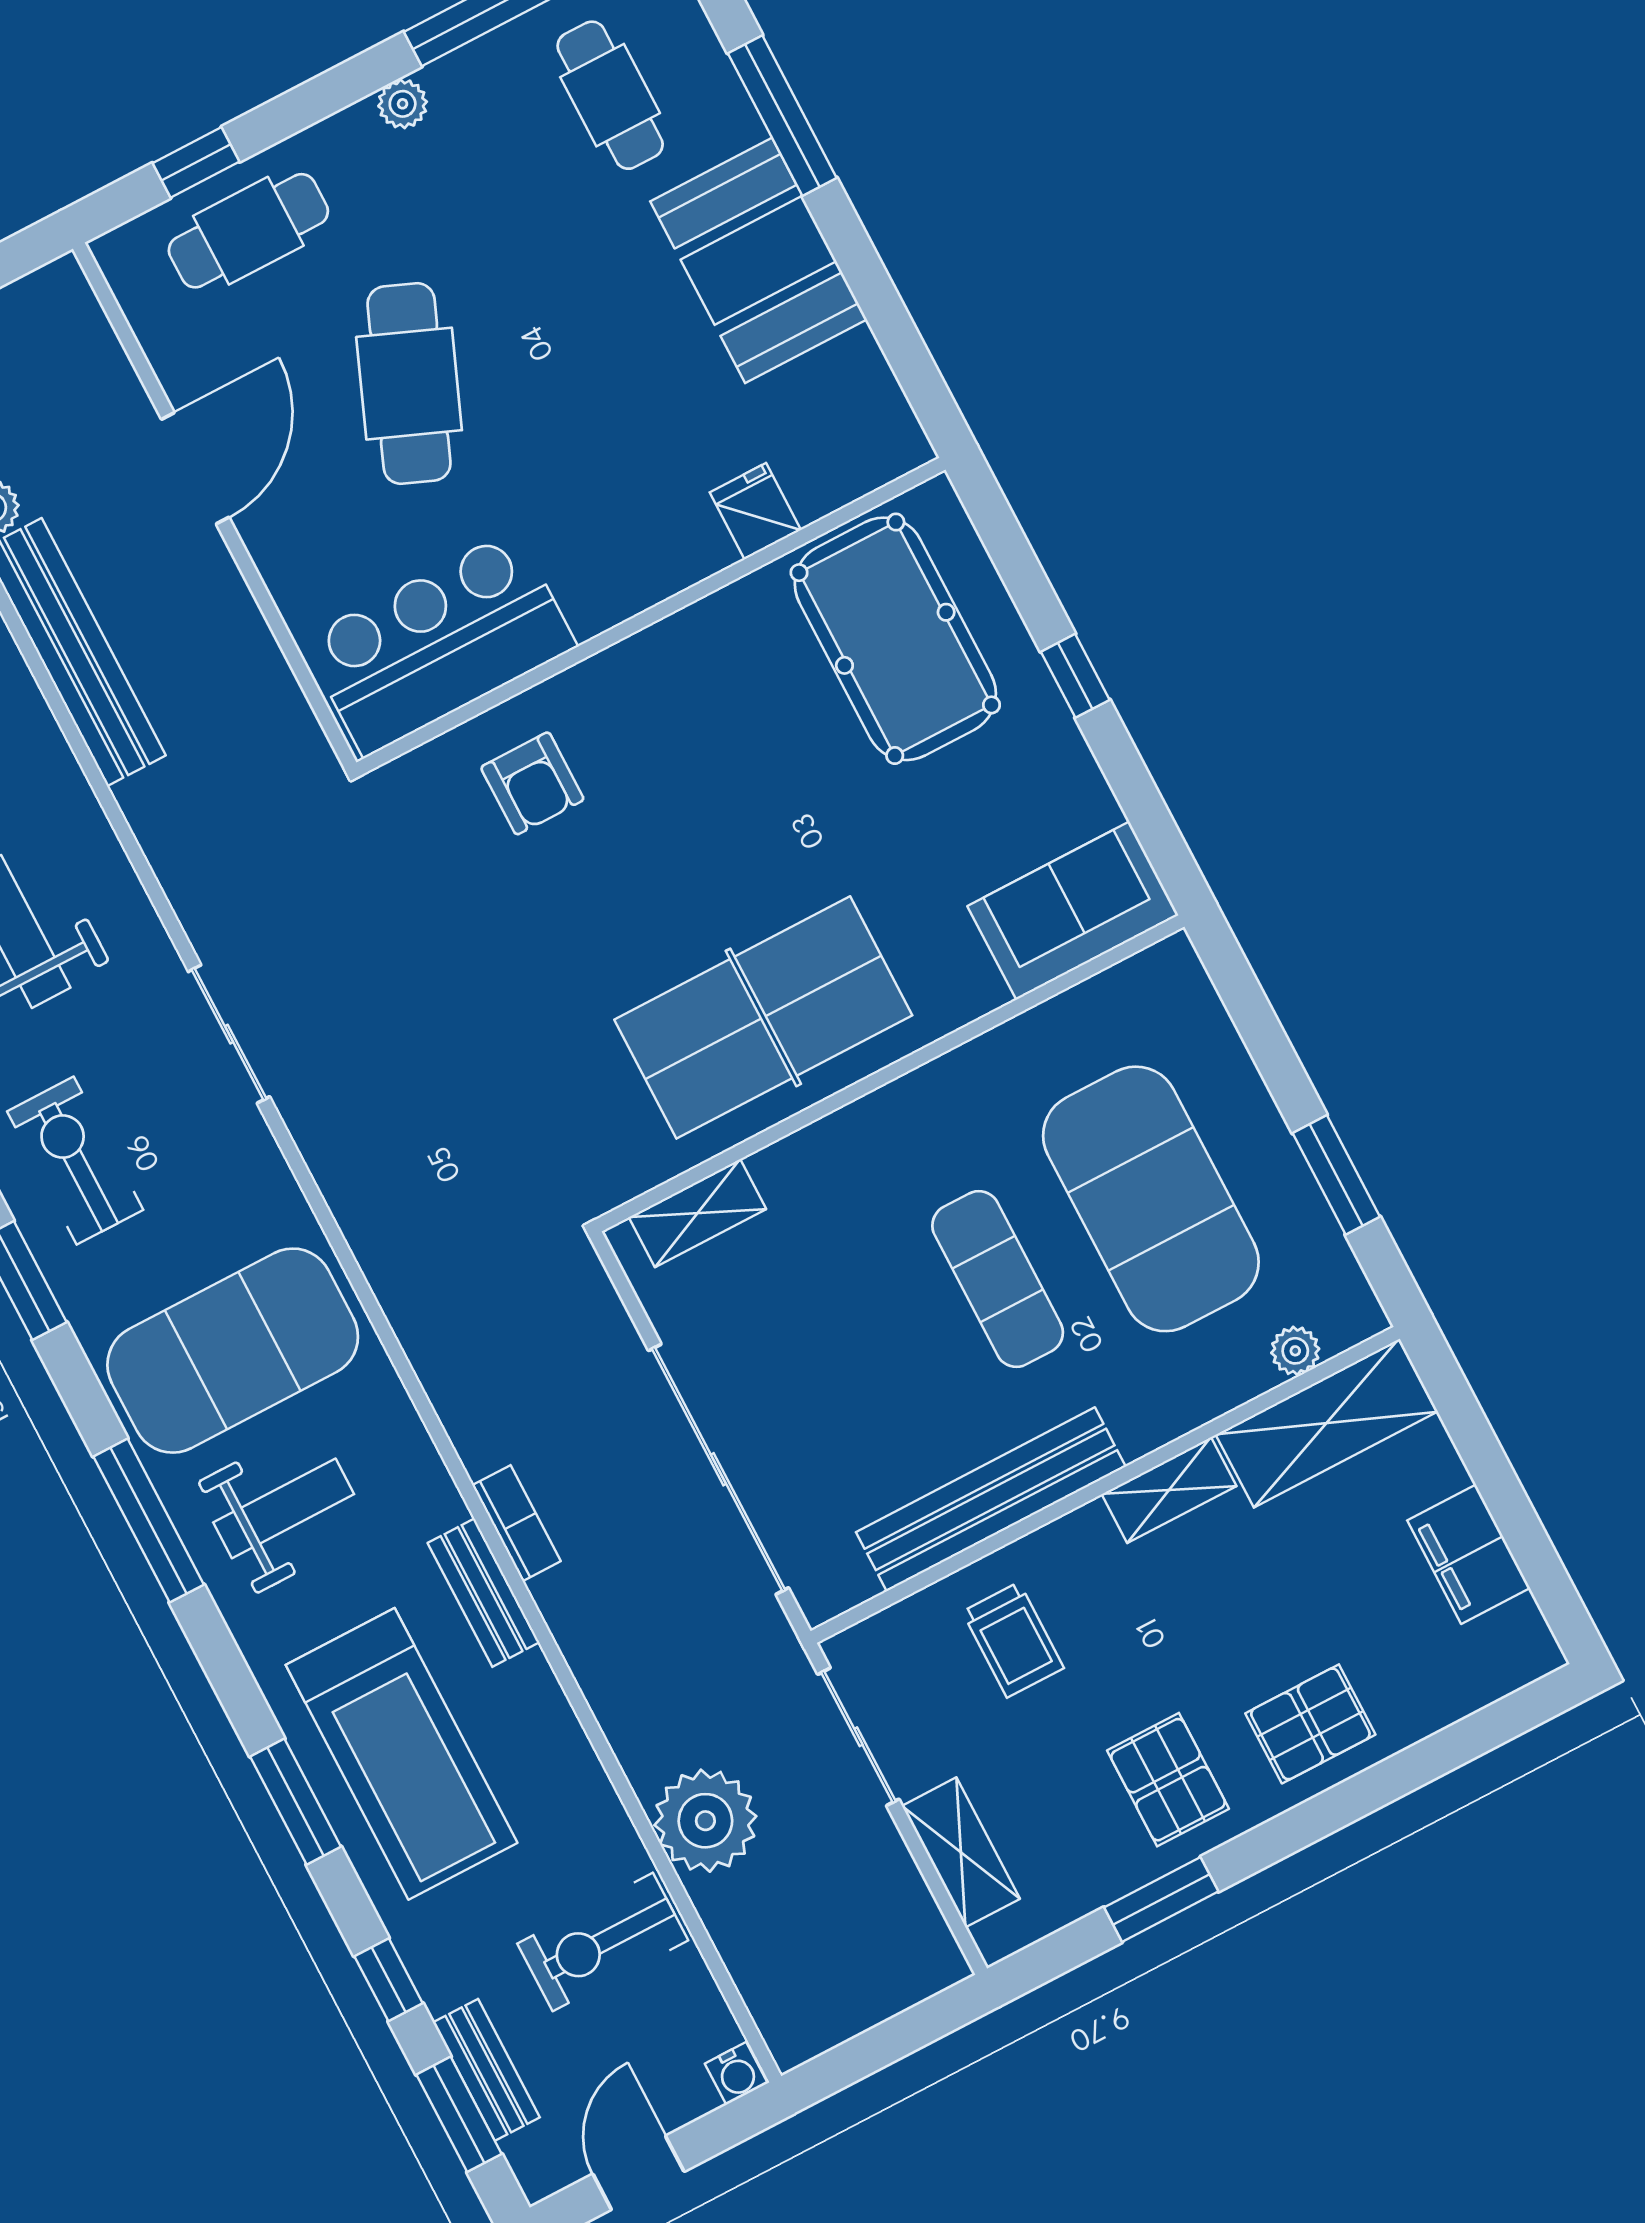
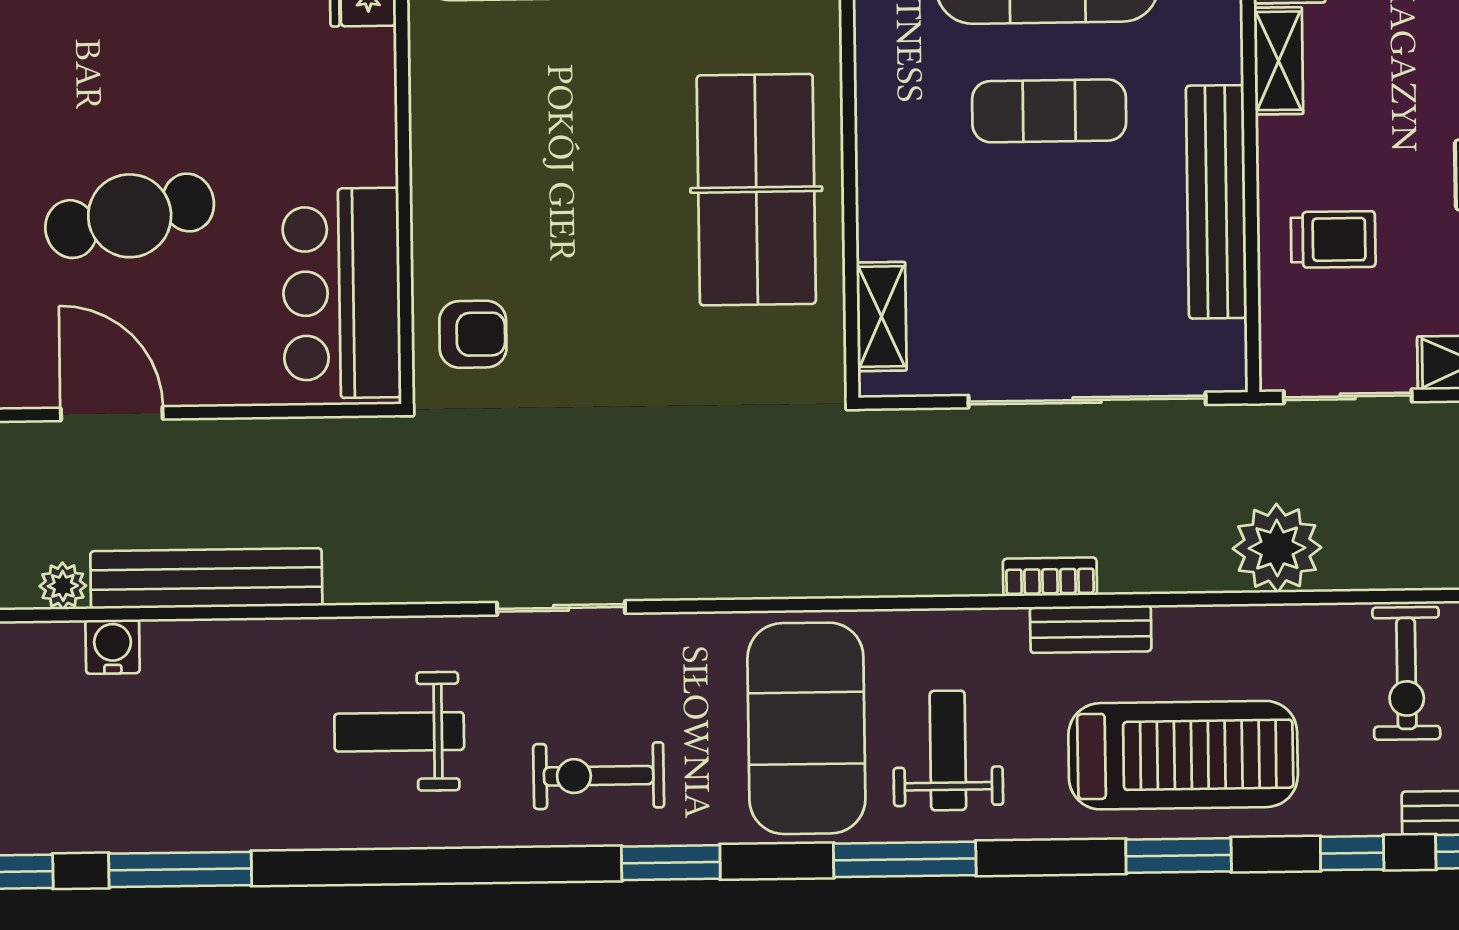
cafe table: (409, 384) -> (130, 216), turned -34
armchair: (532, 783) -> (473, 334), moved
plant: (705, 1821) -> (1277, 548), moved

